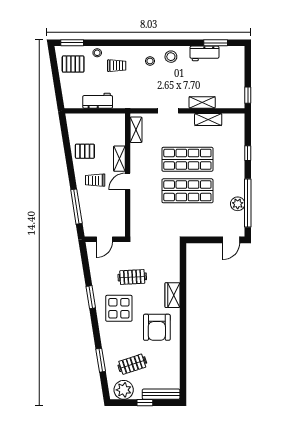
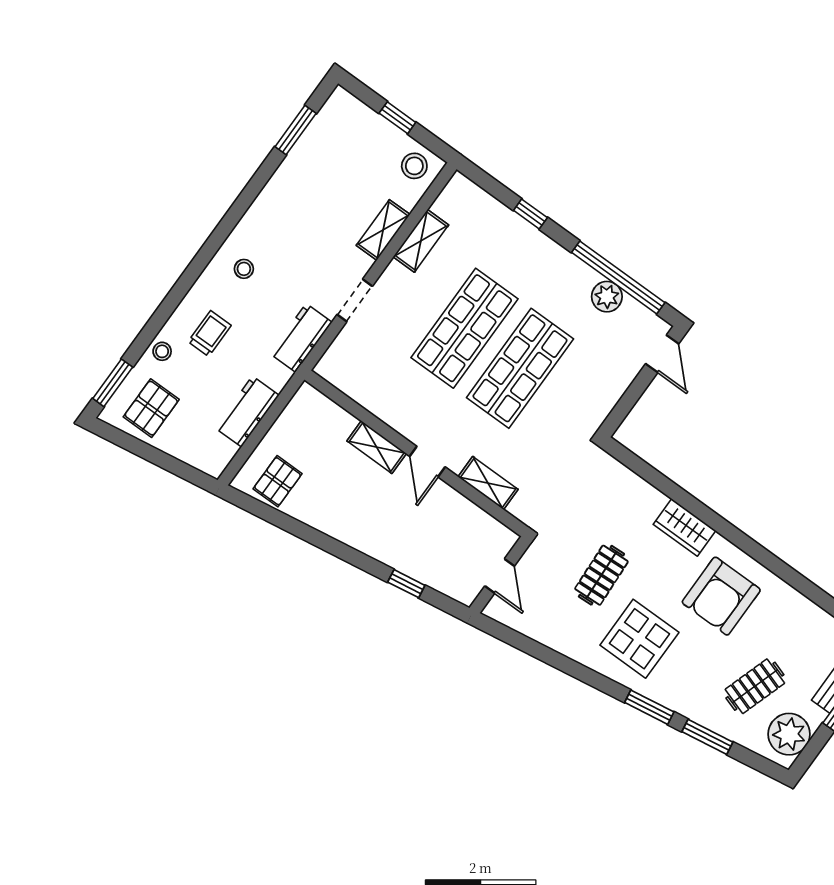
workbench: (204, 53) -> (301, 338), moved, turned 180
stool: (171, 57) -> (414, 166), moved
window: (248, 95) -> (397, 118), moved
shelving: (136, 130) -> (488, 483), moved
pallet: (85, 151) -> (278, 481), moved
trolley: (95, 180) -> (384, 517), removed
window: (76, 207) -> (406, 584), width x0.46
window: (91, 297) -> (649, 707), moved
armchair: (157, 327) -> (721, 596), turned 90
clothes rail: (132, 364) -> (755, 686), turned 36

